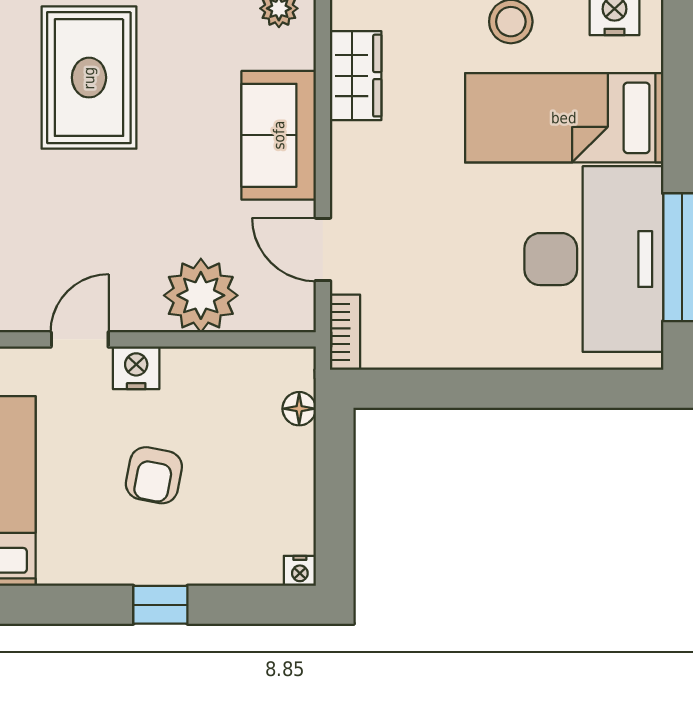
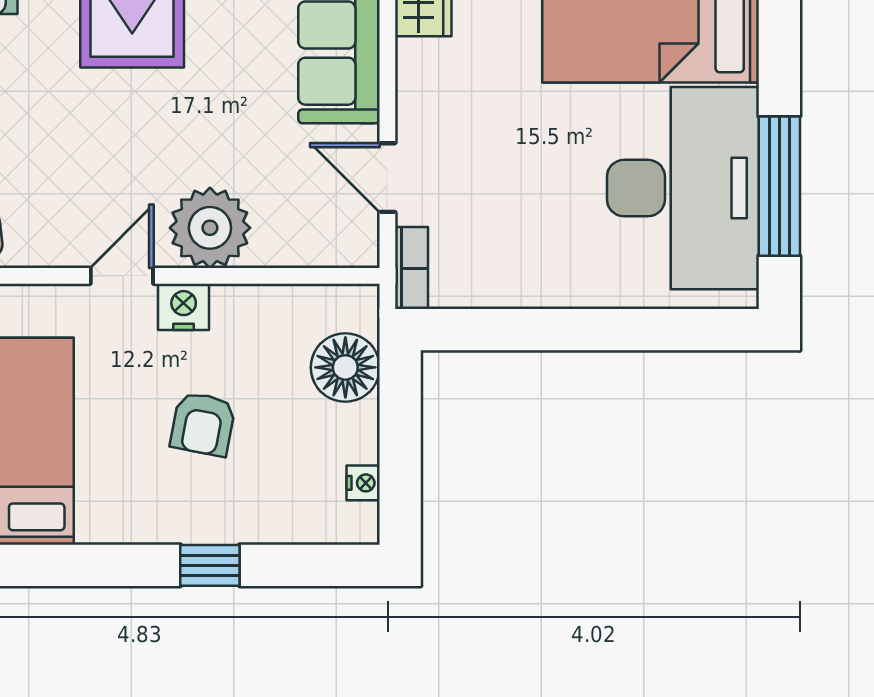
plant: (201, 295) -> (210, 228), moved
floor lamp: (299, 409) -> (345, 367), width x1.89, depth x1.89
nightstand: (300, 571) -> (363, 483), moved, turned -90

